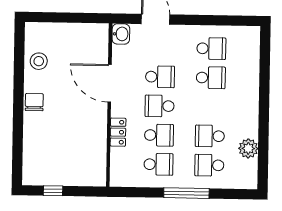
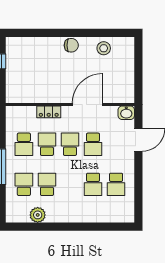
school desk: (159, 135) -> (47, 144), turned 180

